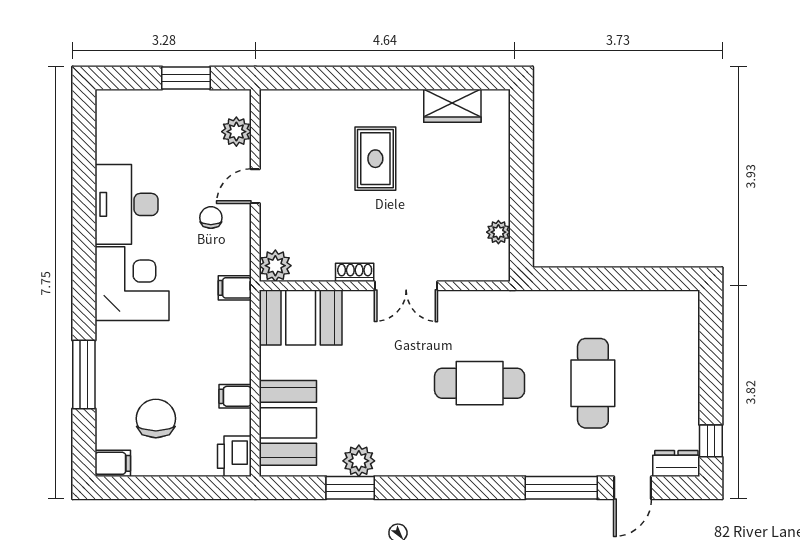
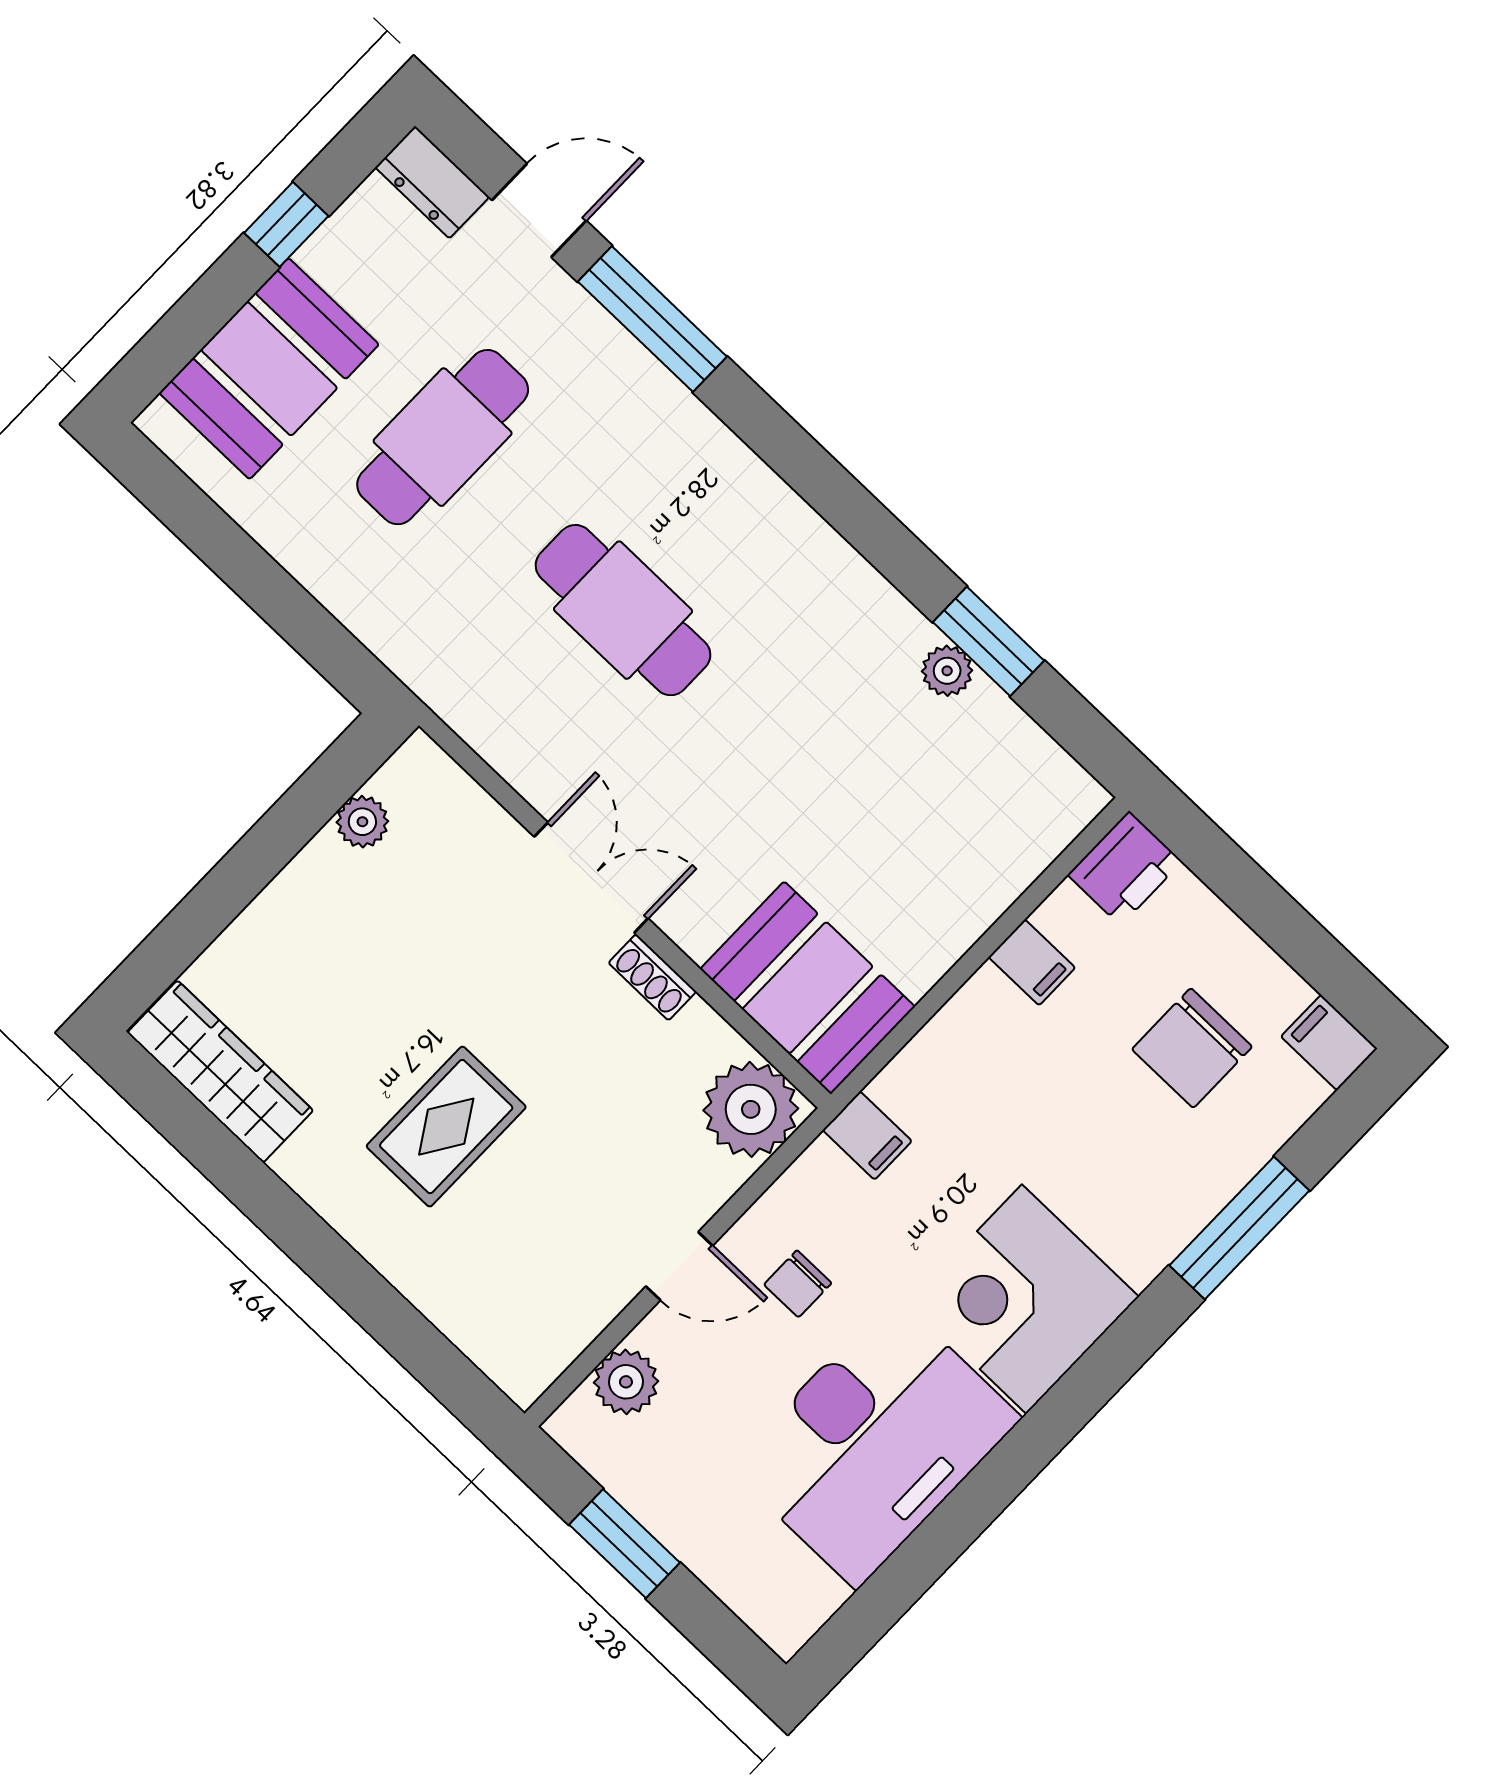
wardrobe: (452, 106) -> (220, 1072), width x1.50
desk: (126, 204) -> (875, 1442), width x1.36, depth x1.30
plant: (275, 266) -> (751, 1109), width x1.36, depth x1.36
booth: (288, 423) -> (269, 369), moved
window: (711, 441) -> (286, 224), moved
plant: (359, 461) -> (947, 671), width x0.73, depth x0.73

